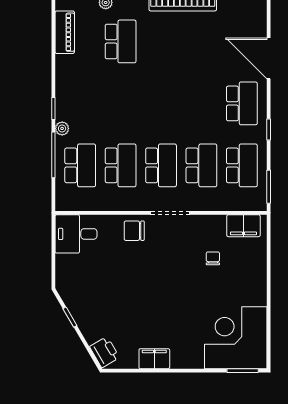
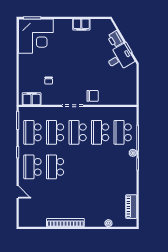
school desk: (121, 41) -> (55, 167), moved
door: (269, 58) -> (18, 192), width x0.53
desk: (76, 234) -> (120, 58), moved, turned -30
printer: (104, 352) -> (115, 39), moved

